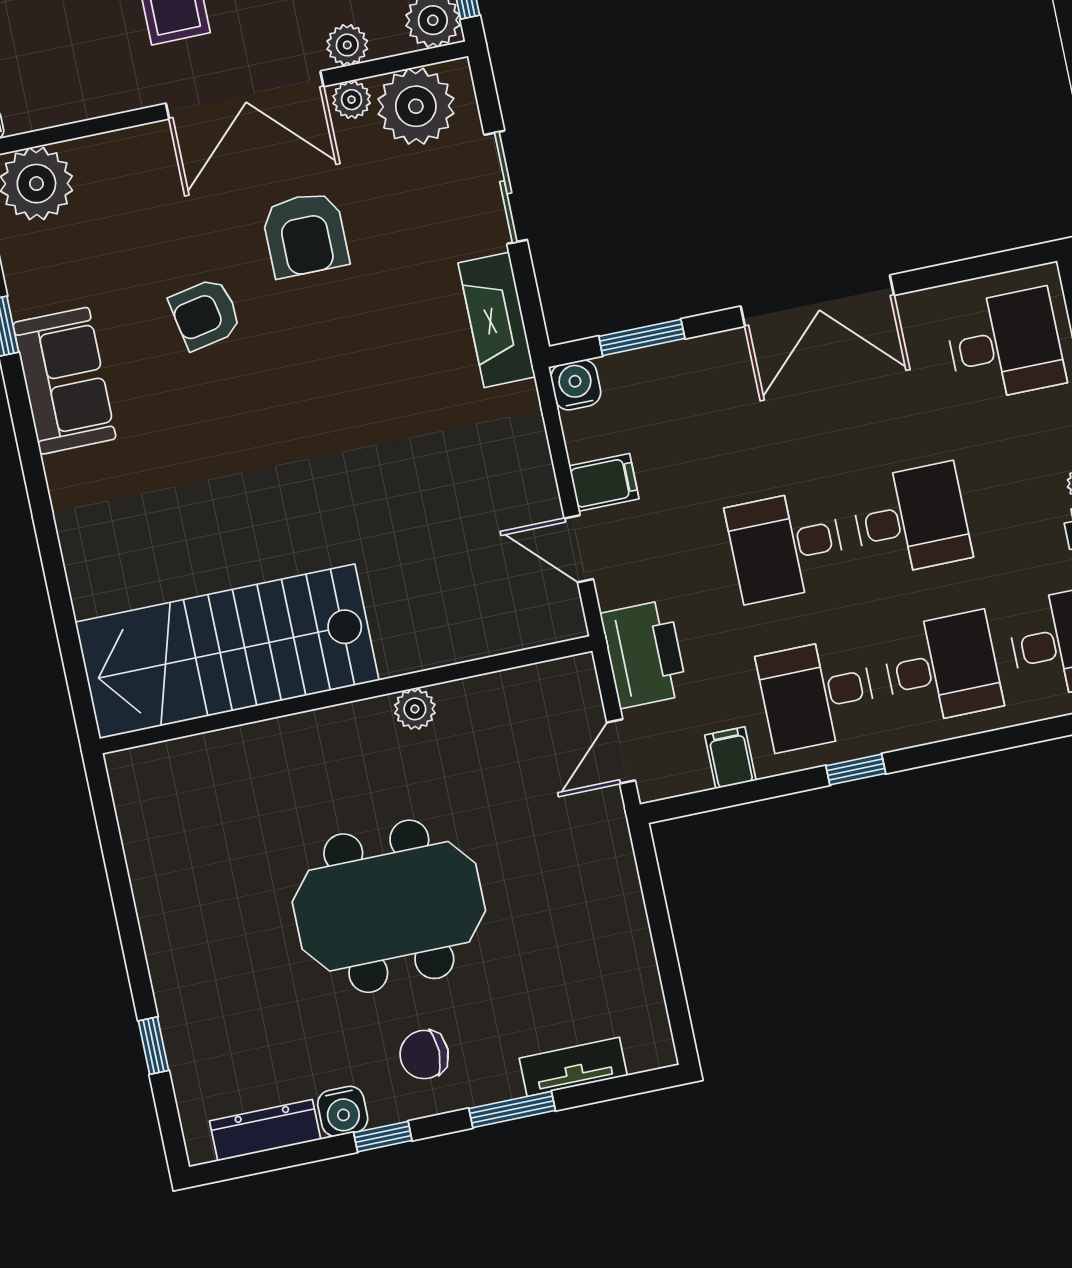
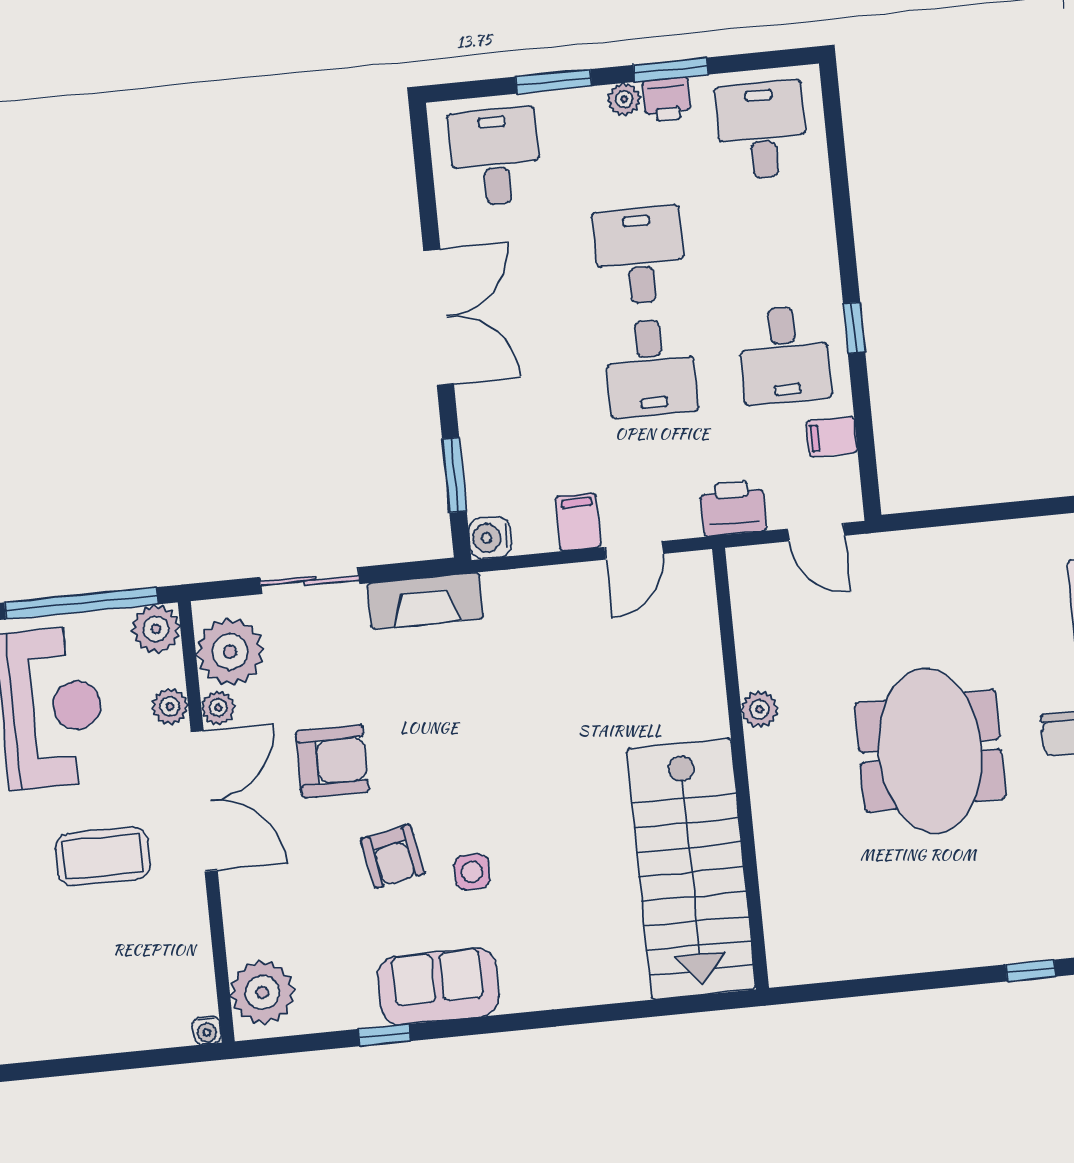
side table: (197, 405) -> (472, 872), added
printer: (644, 654) -> (733, 508), width x0.73, depth x0.84
desk: (942, 668) -> (773, 242), removed

